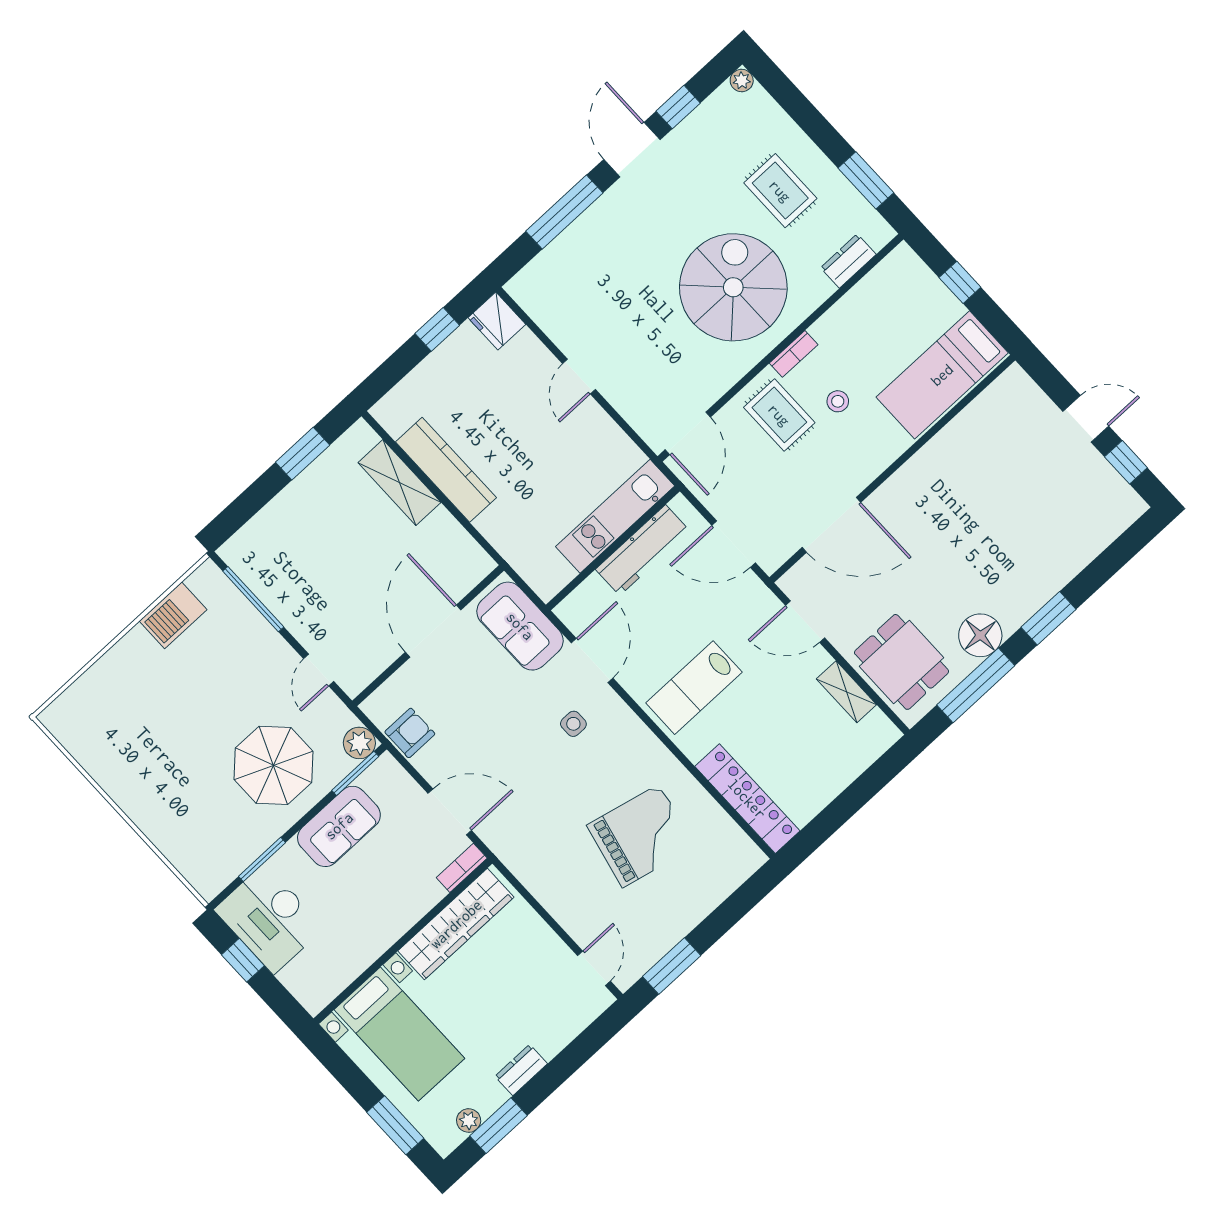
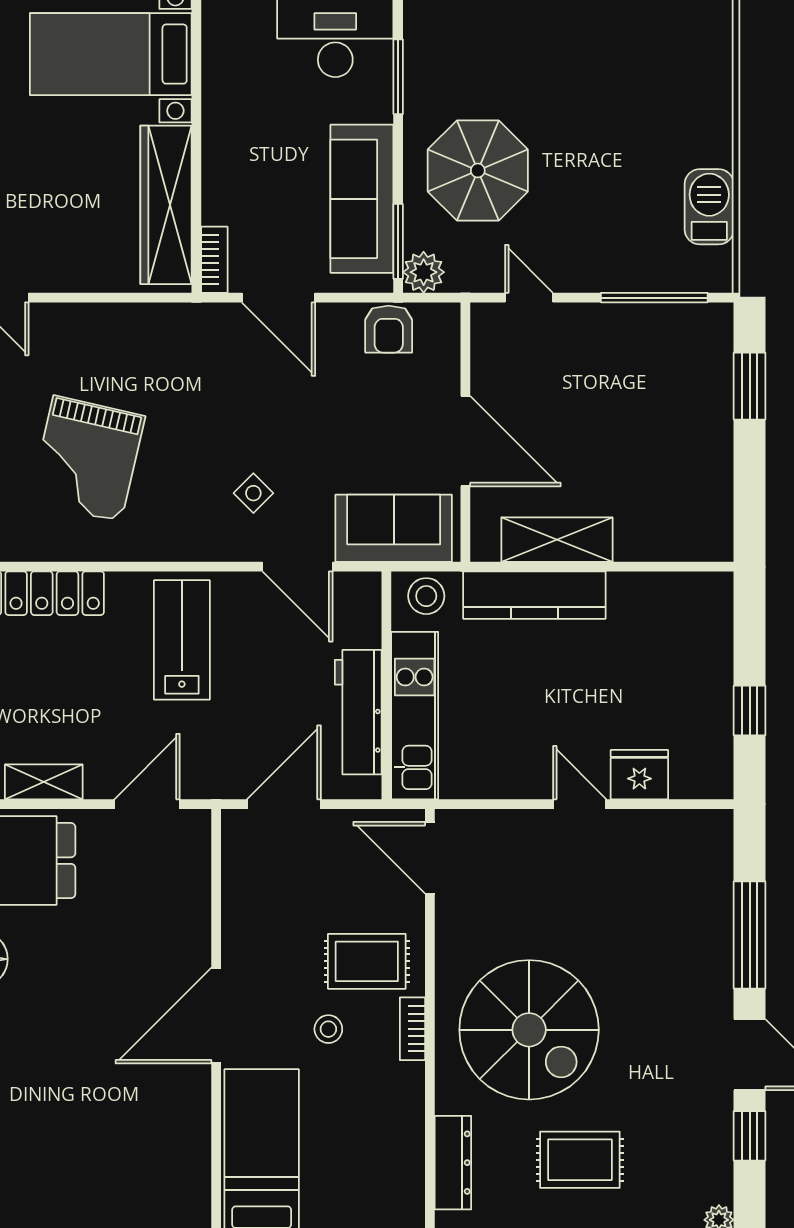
dresser: (848, 261) -> (453, 1163), width x1.44
fridge: (497, 321) -> (639, 775), moved
window: (303, 454) -> (750, 386), moved
kitchen counter: (446, 470) -> (534, 595), moved
shelving: (399, 482) -> (557, 540), moved
door: (831, 525) -> (216, 1016), moved
stool: (541, 572) -> (426, 596), added
side table: (573, 724) -> (253, 493), turned 45
door: (450, 812) -> (278, 298), hinge flipped
sofa: (339, 826) -> (362, 199), width x1.36

